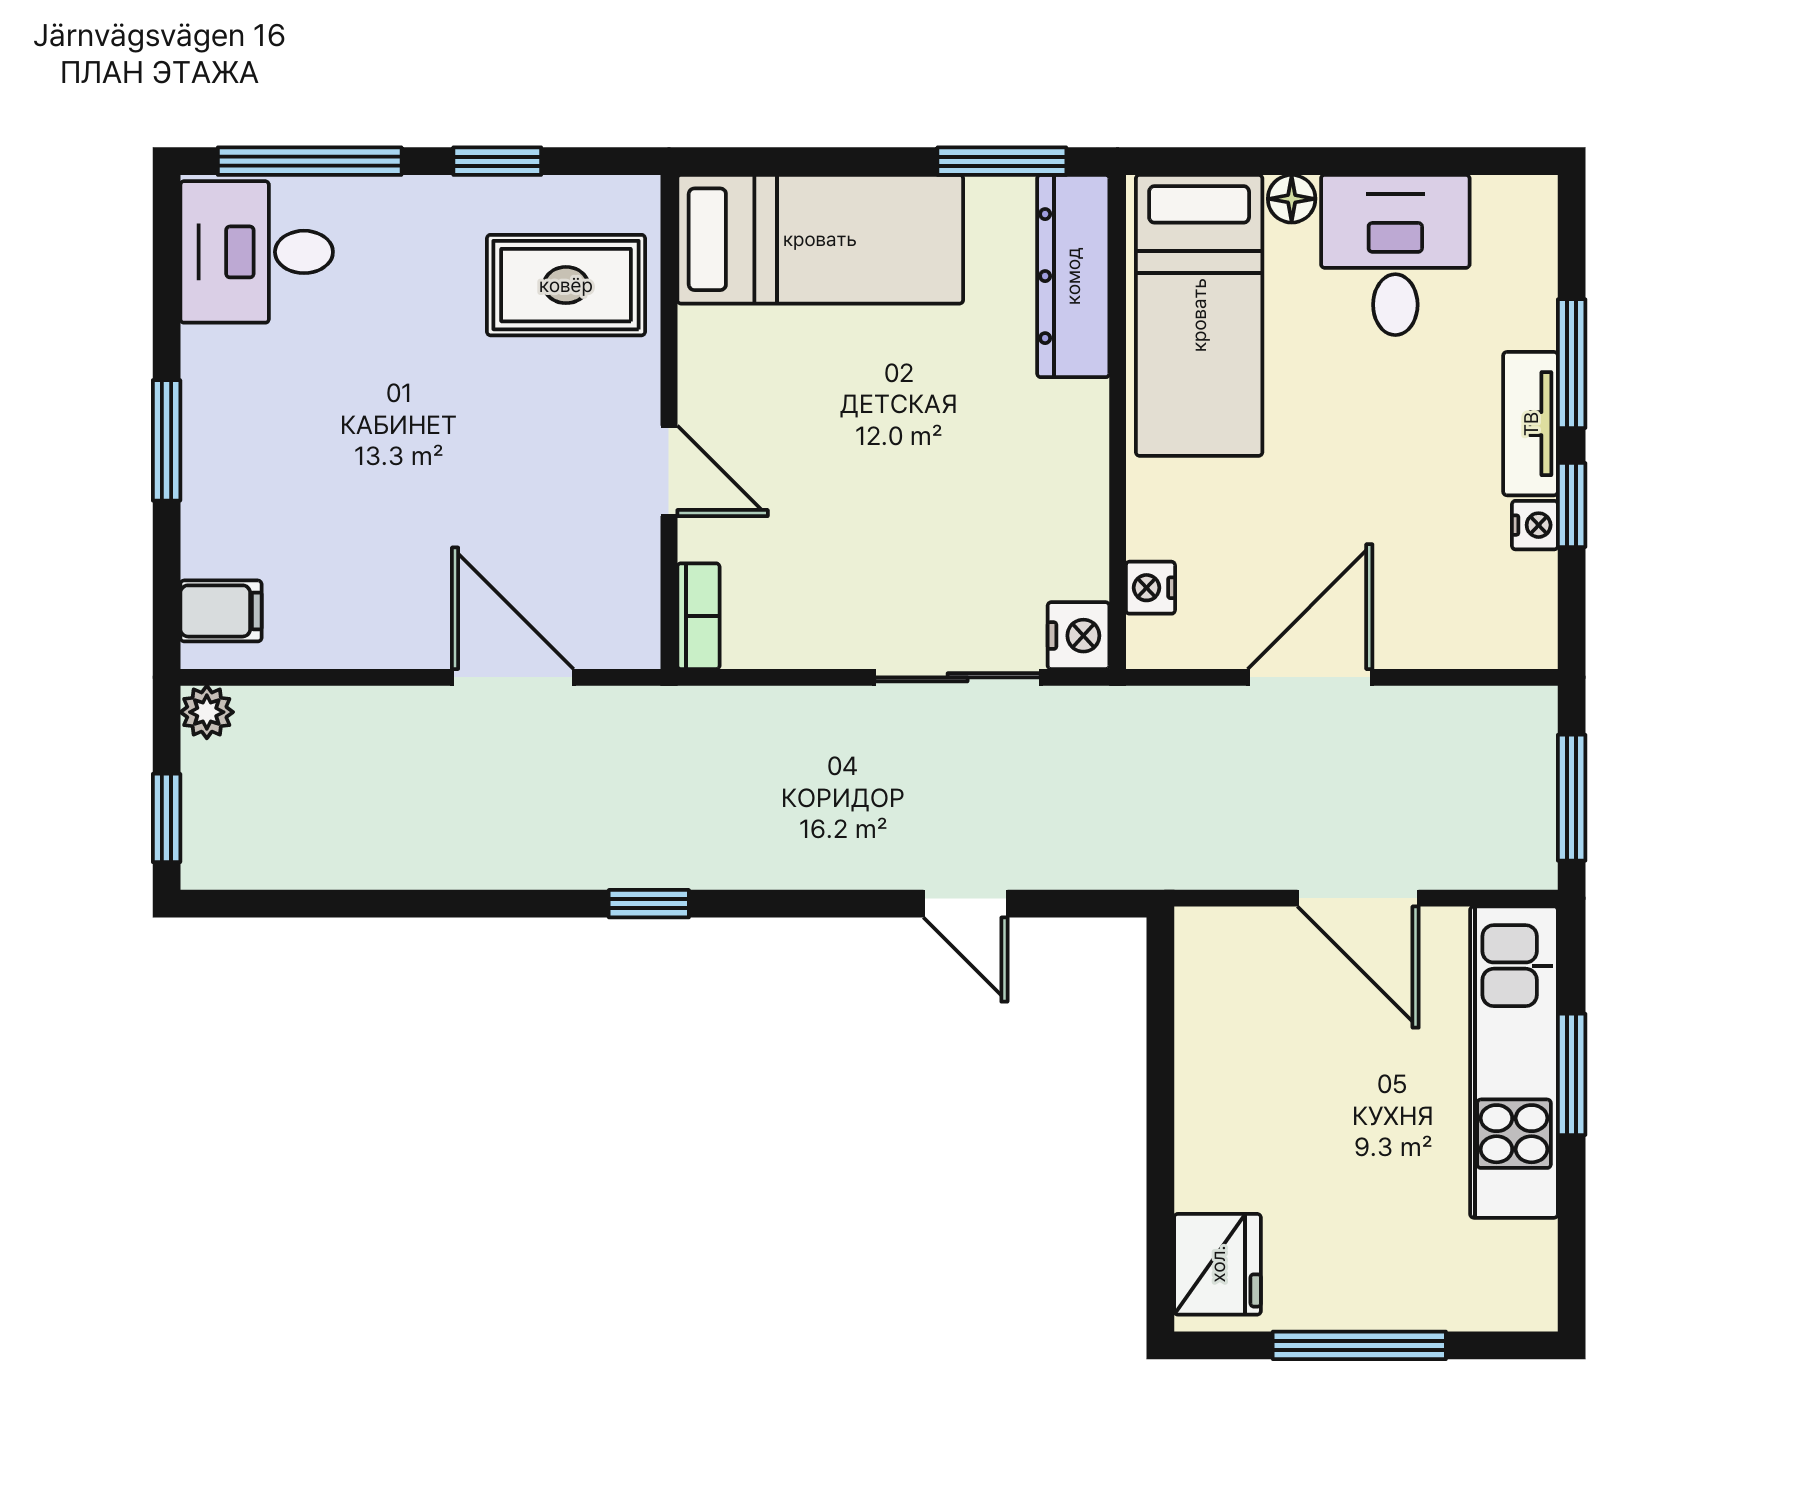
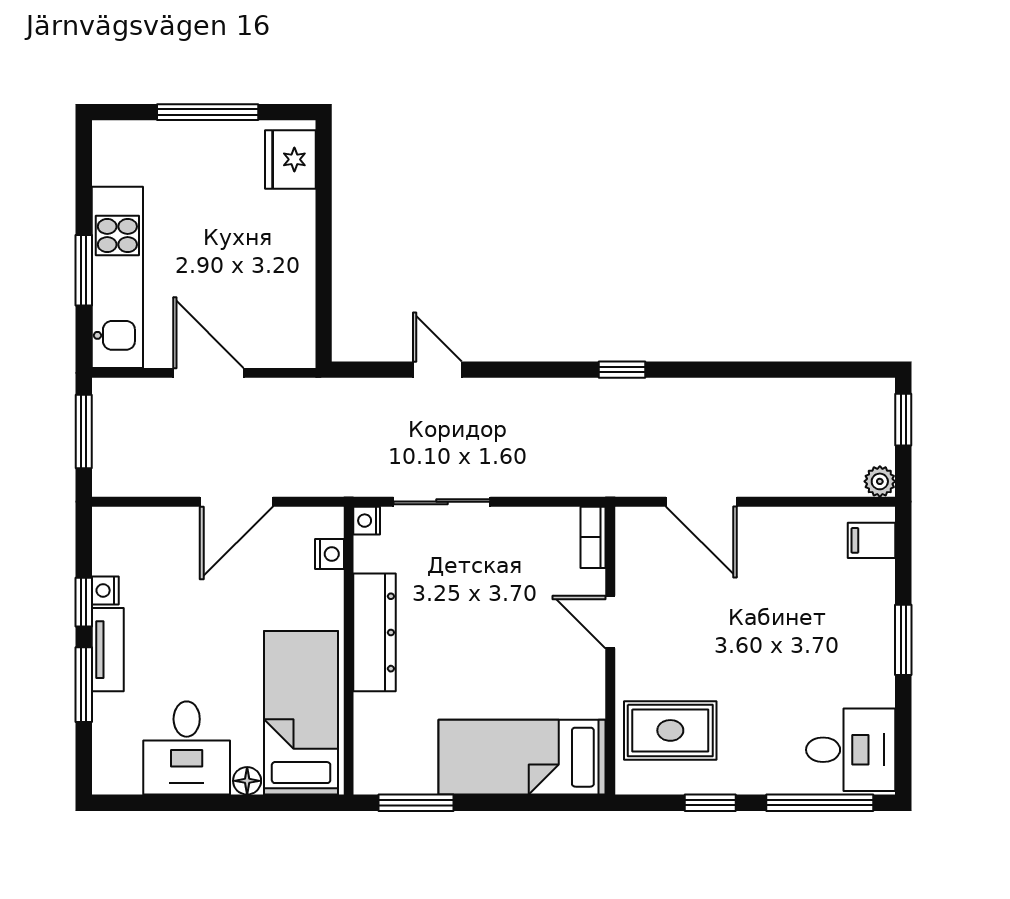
dresser: (1073, 276) -> (374, 632), moved
nightstand: (1078, 636) -> (367, 521), width x0.72, depth x0.74

